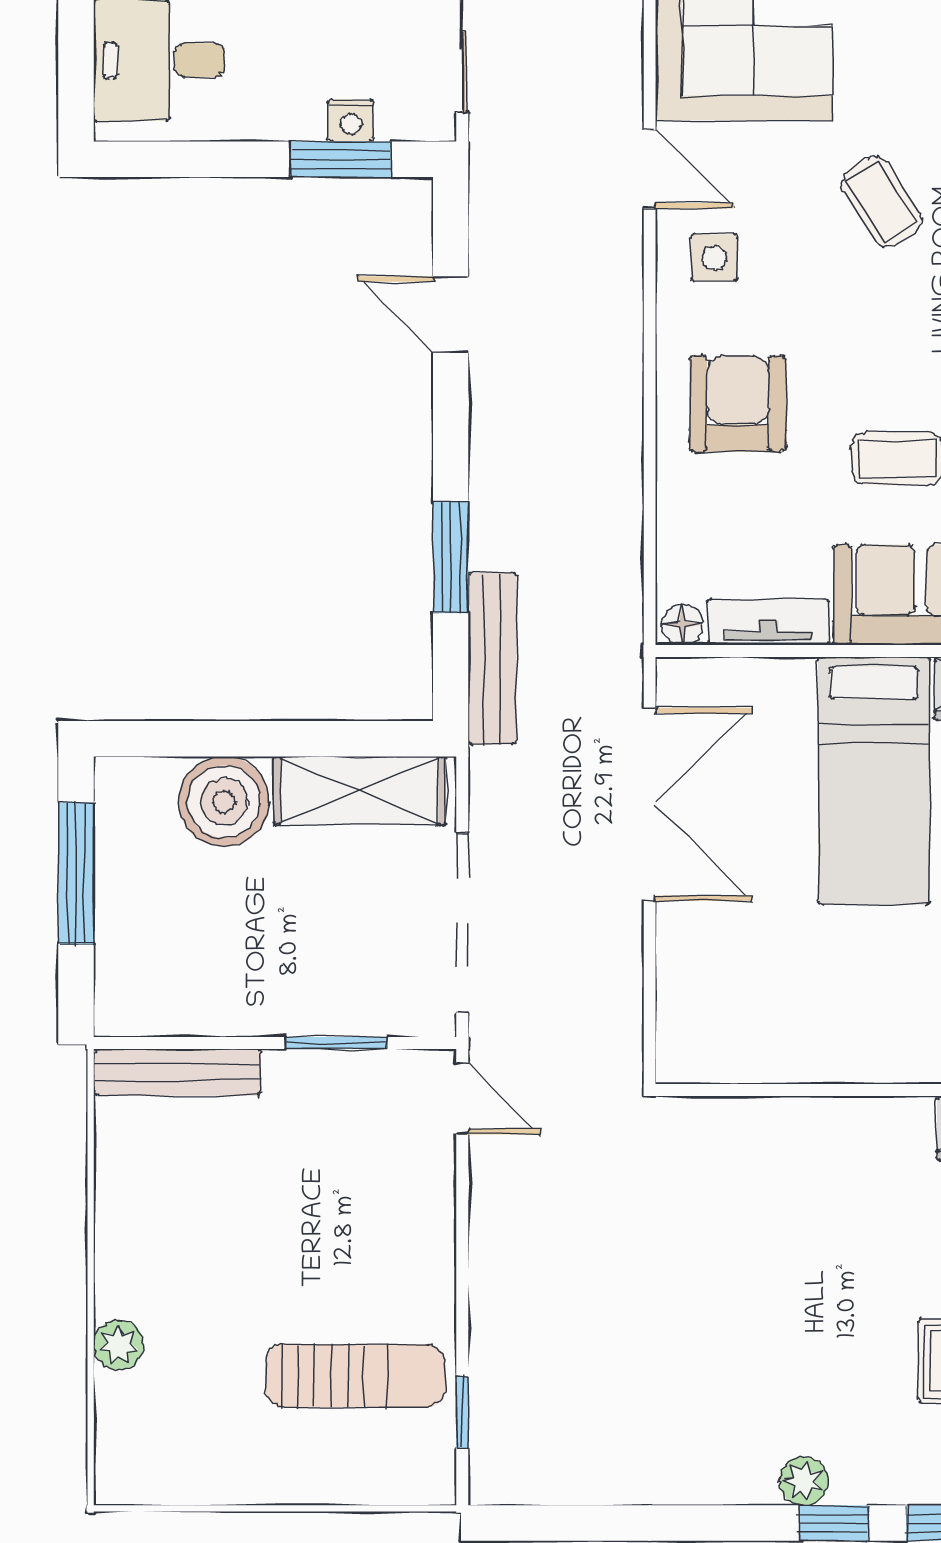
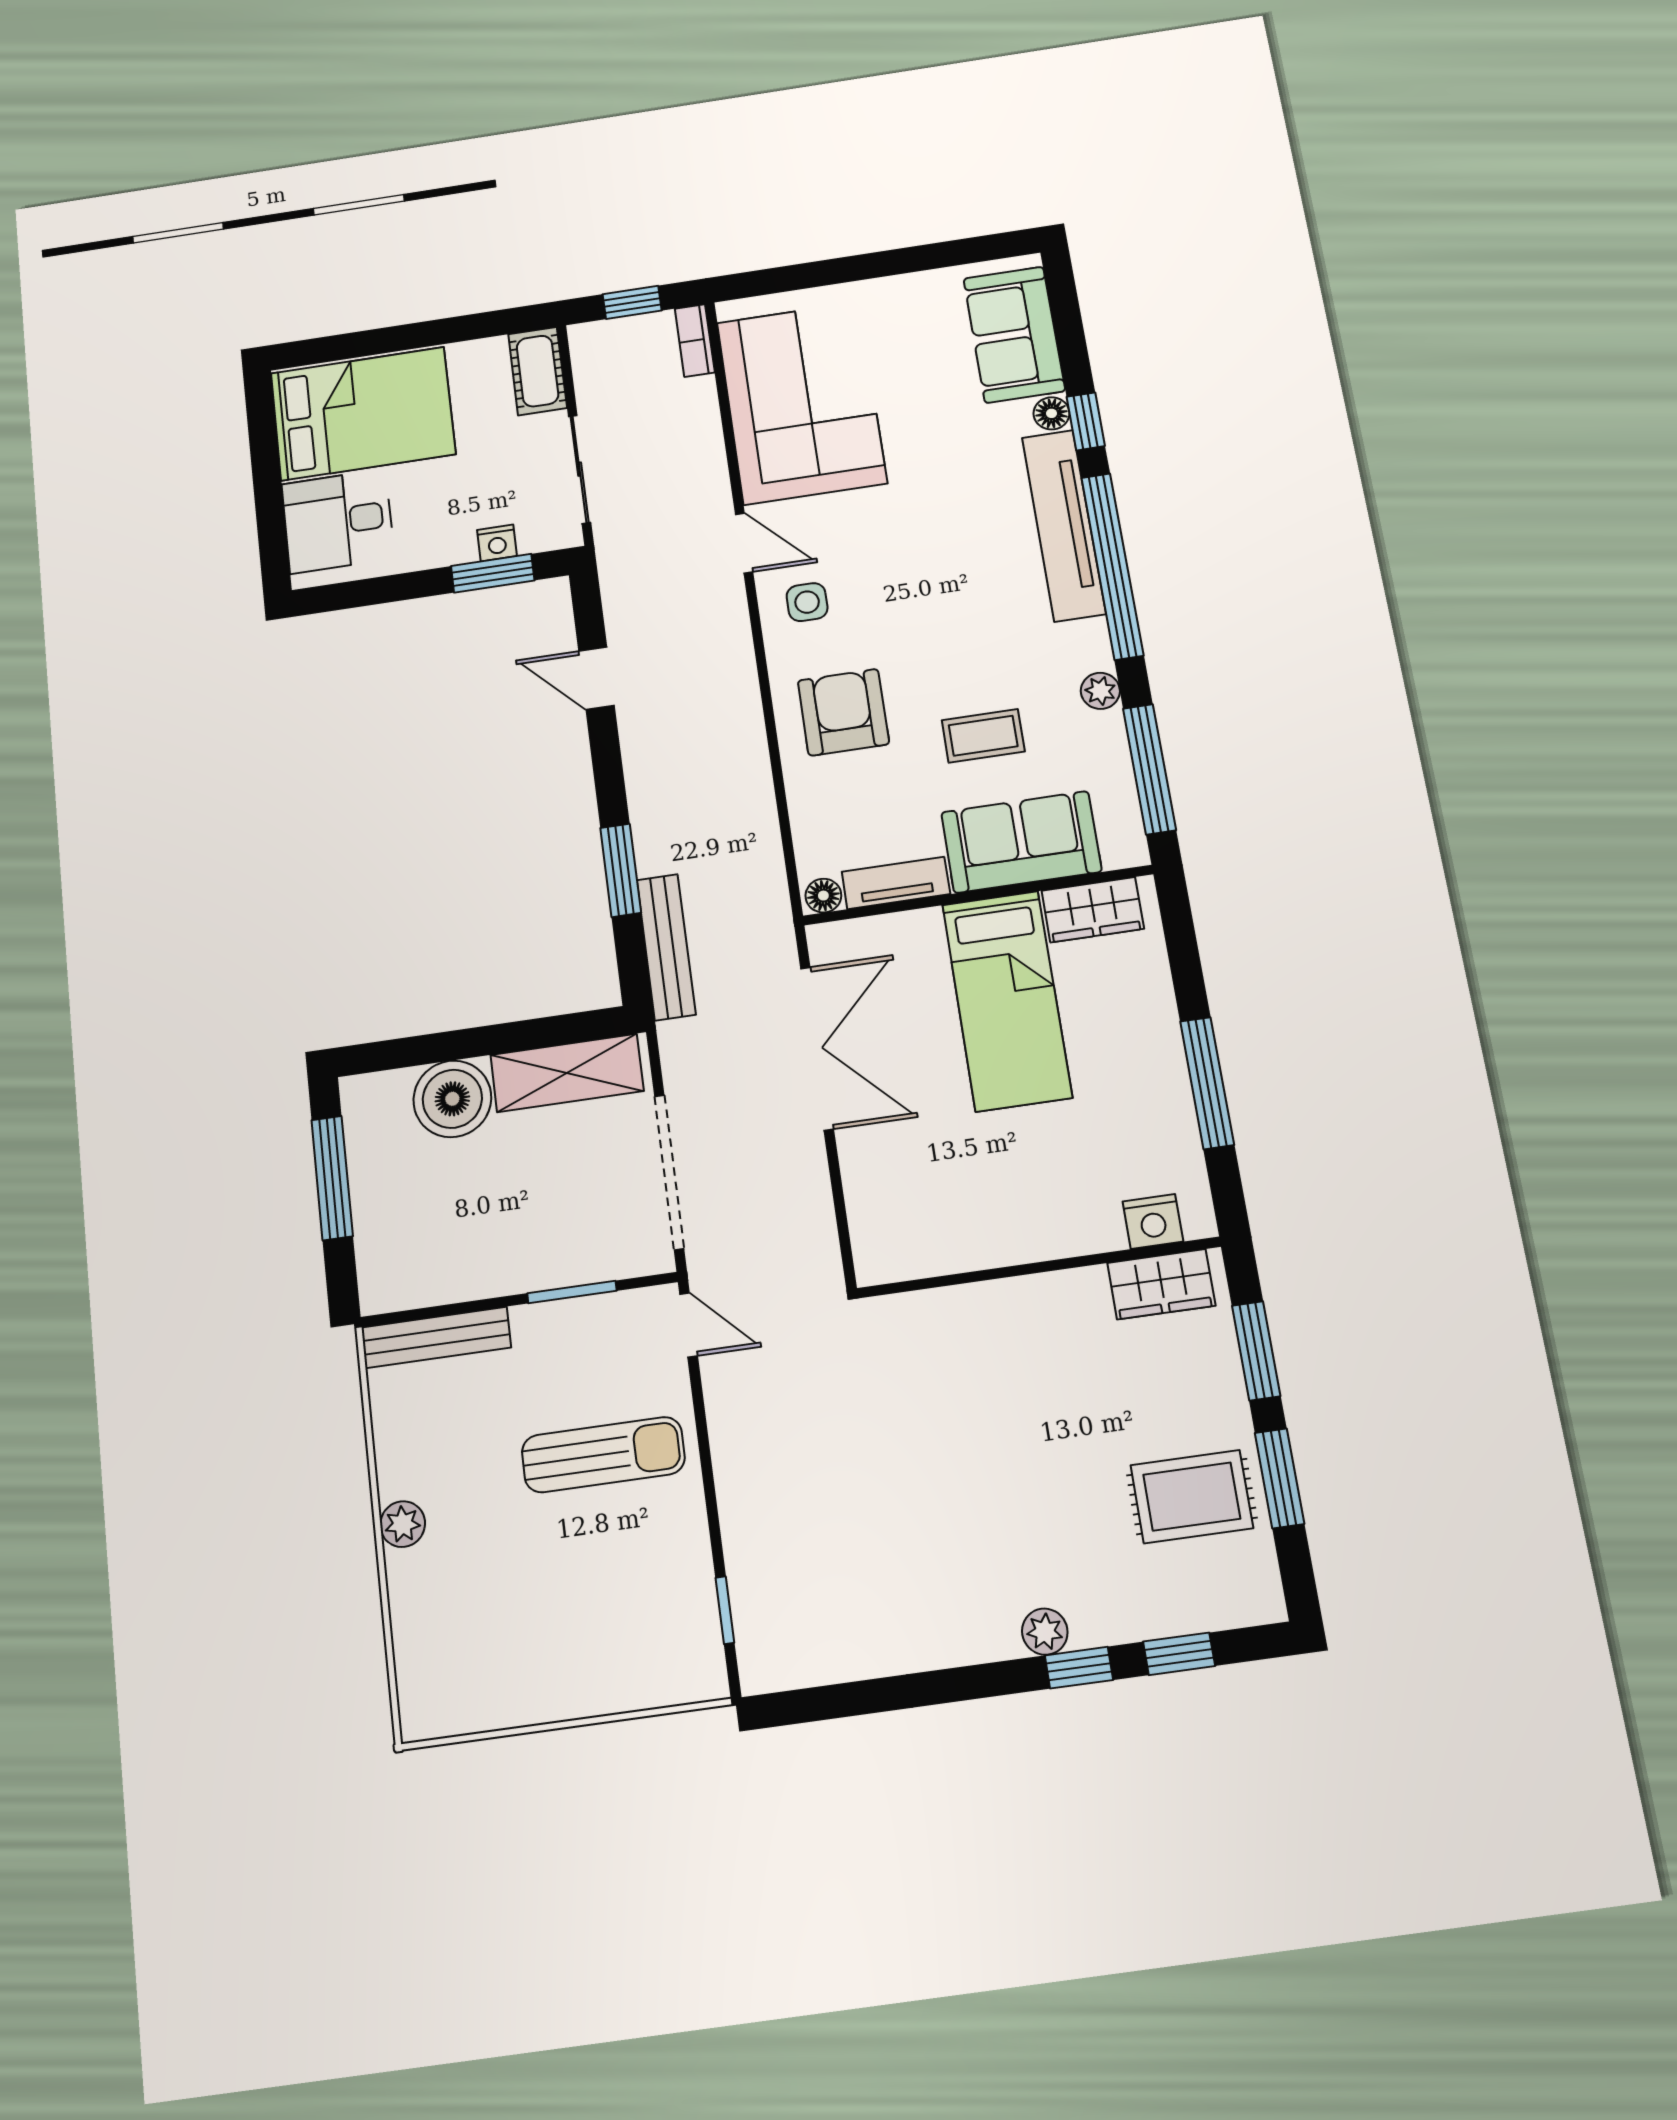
coffee table: (881, 202) -> (937, 539), removed
plant: (119, 1345) -> (403, 1524), moved
sun lounger: (355, 1376) -> (603, 1455), moved

